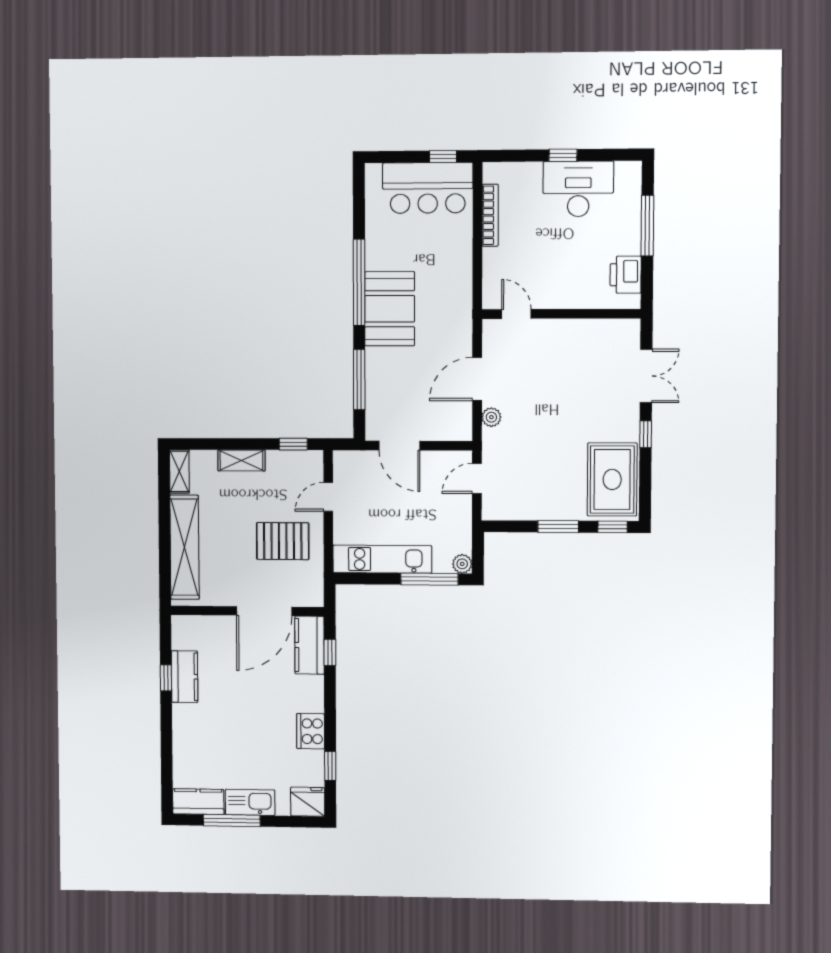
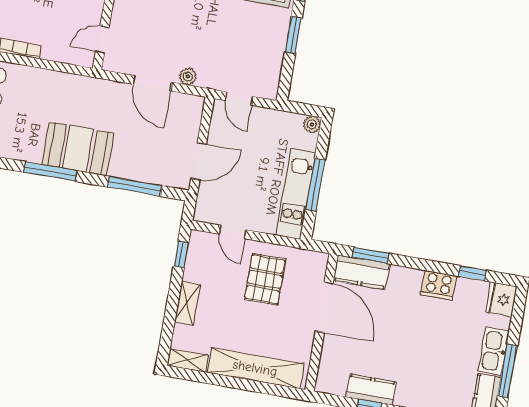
window: (359, 282) -> (50, 171), width x0.68
window: (429, 579) -> (315, 185), moved
window: (330, 652) -> (371, 255), width x1.50

